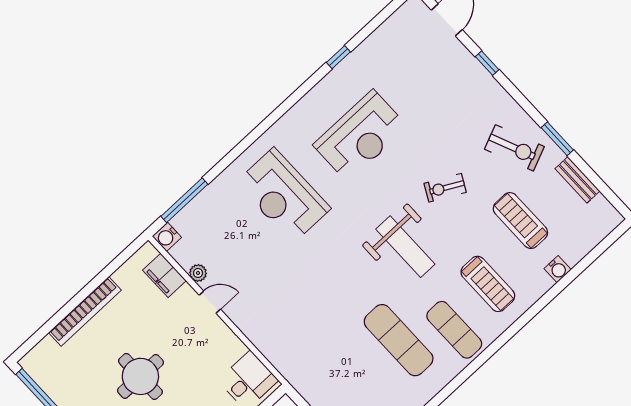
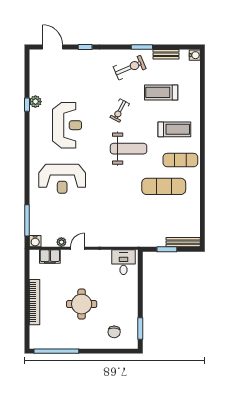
plant: (353, 65) -> (35, 102), added
water cooler: (558, 269) -> (195, 55), moved

